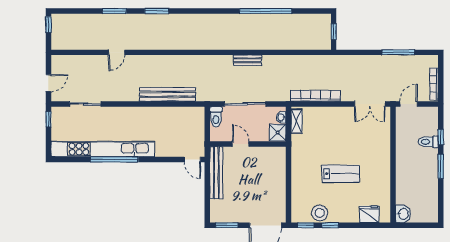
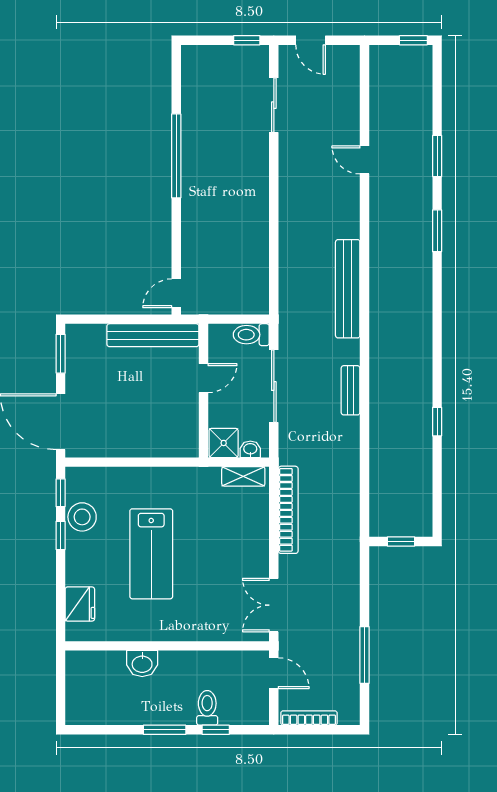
window: (265, 11) -> (437, 422), width x0.32
bench: (167, 94) -> (348, 289), moved
kitchen unit: (103, 149) -> (195, 136), removed
lab bench: (341, 174) -> (151, 554), width x1.36, depth x1.39
washbasin: (403, 214) -> (142, 663), moved

